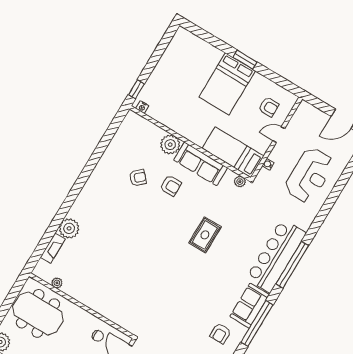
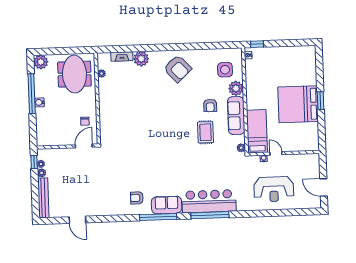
bed: (227, 84) -> (298, 104), width x1.36
armchair: (269, 107) -> (300, 135), removed
door: (279, 135) -> (276, 153), moved
side table: (142, 143) -> (225, 70), added
armchair: (138, 178) -> (178, 69), moved, width x1.88, depth x1.88
rug: (205, 235) -> (206, 132), moved, turned 90

